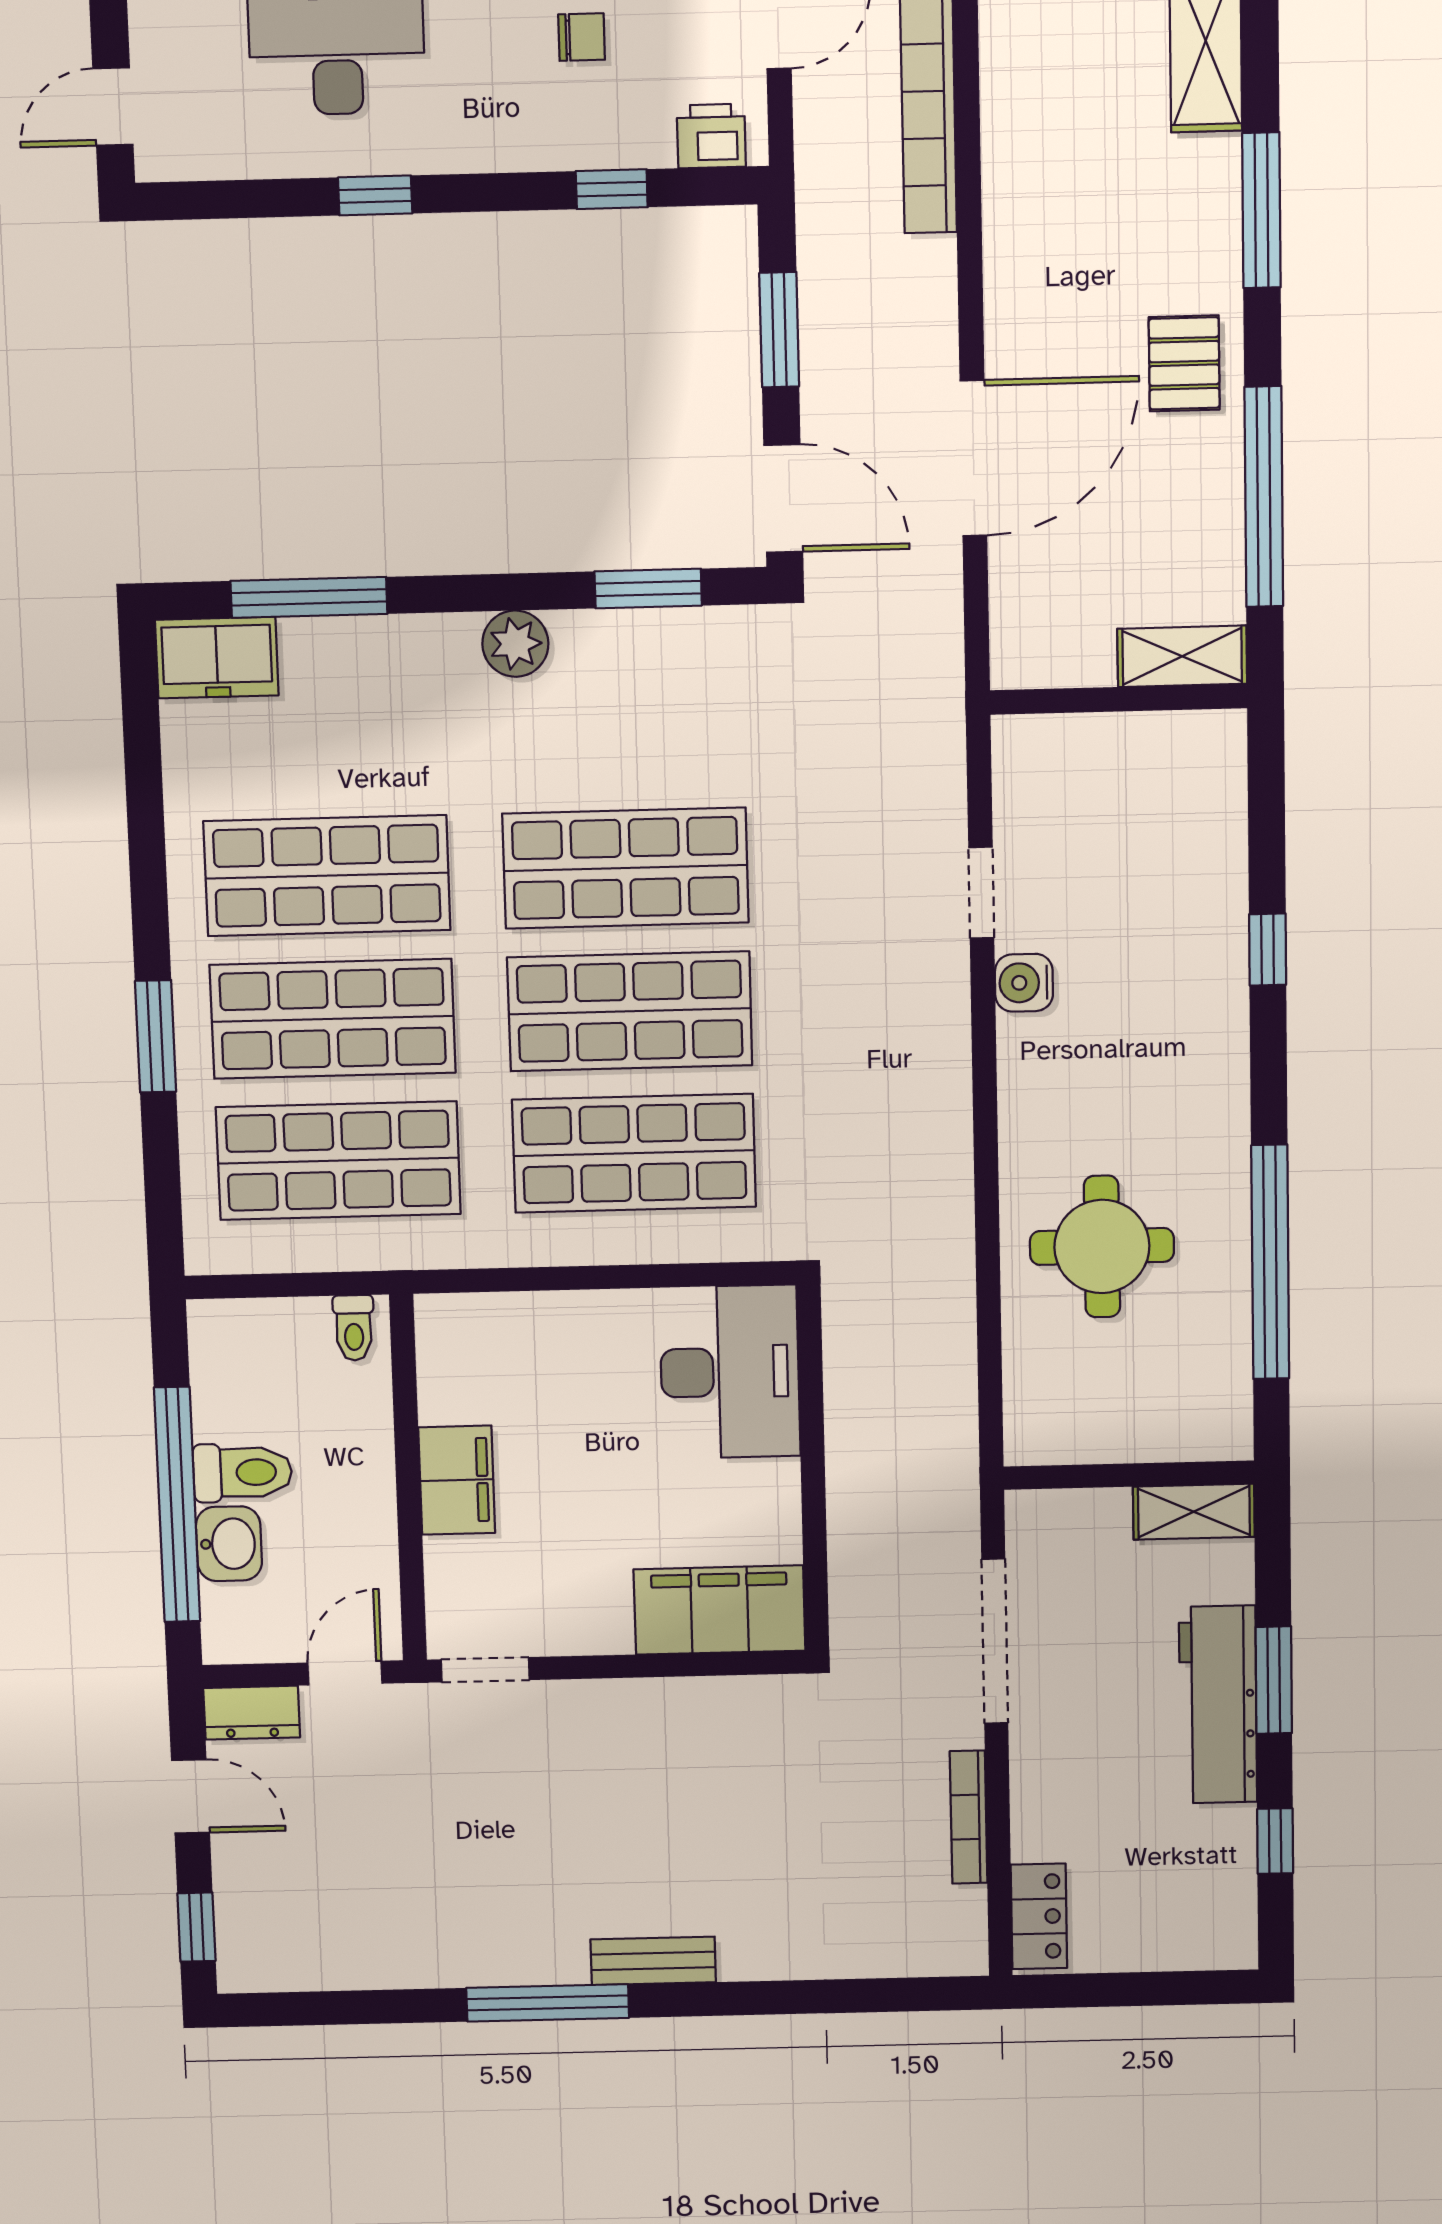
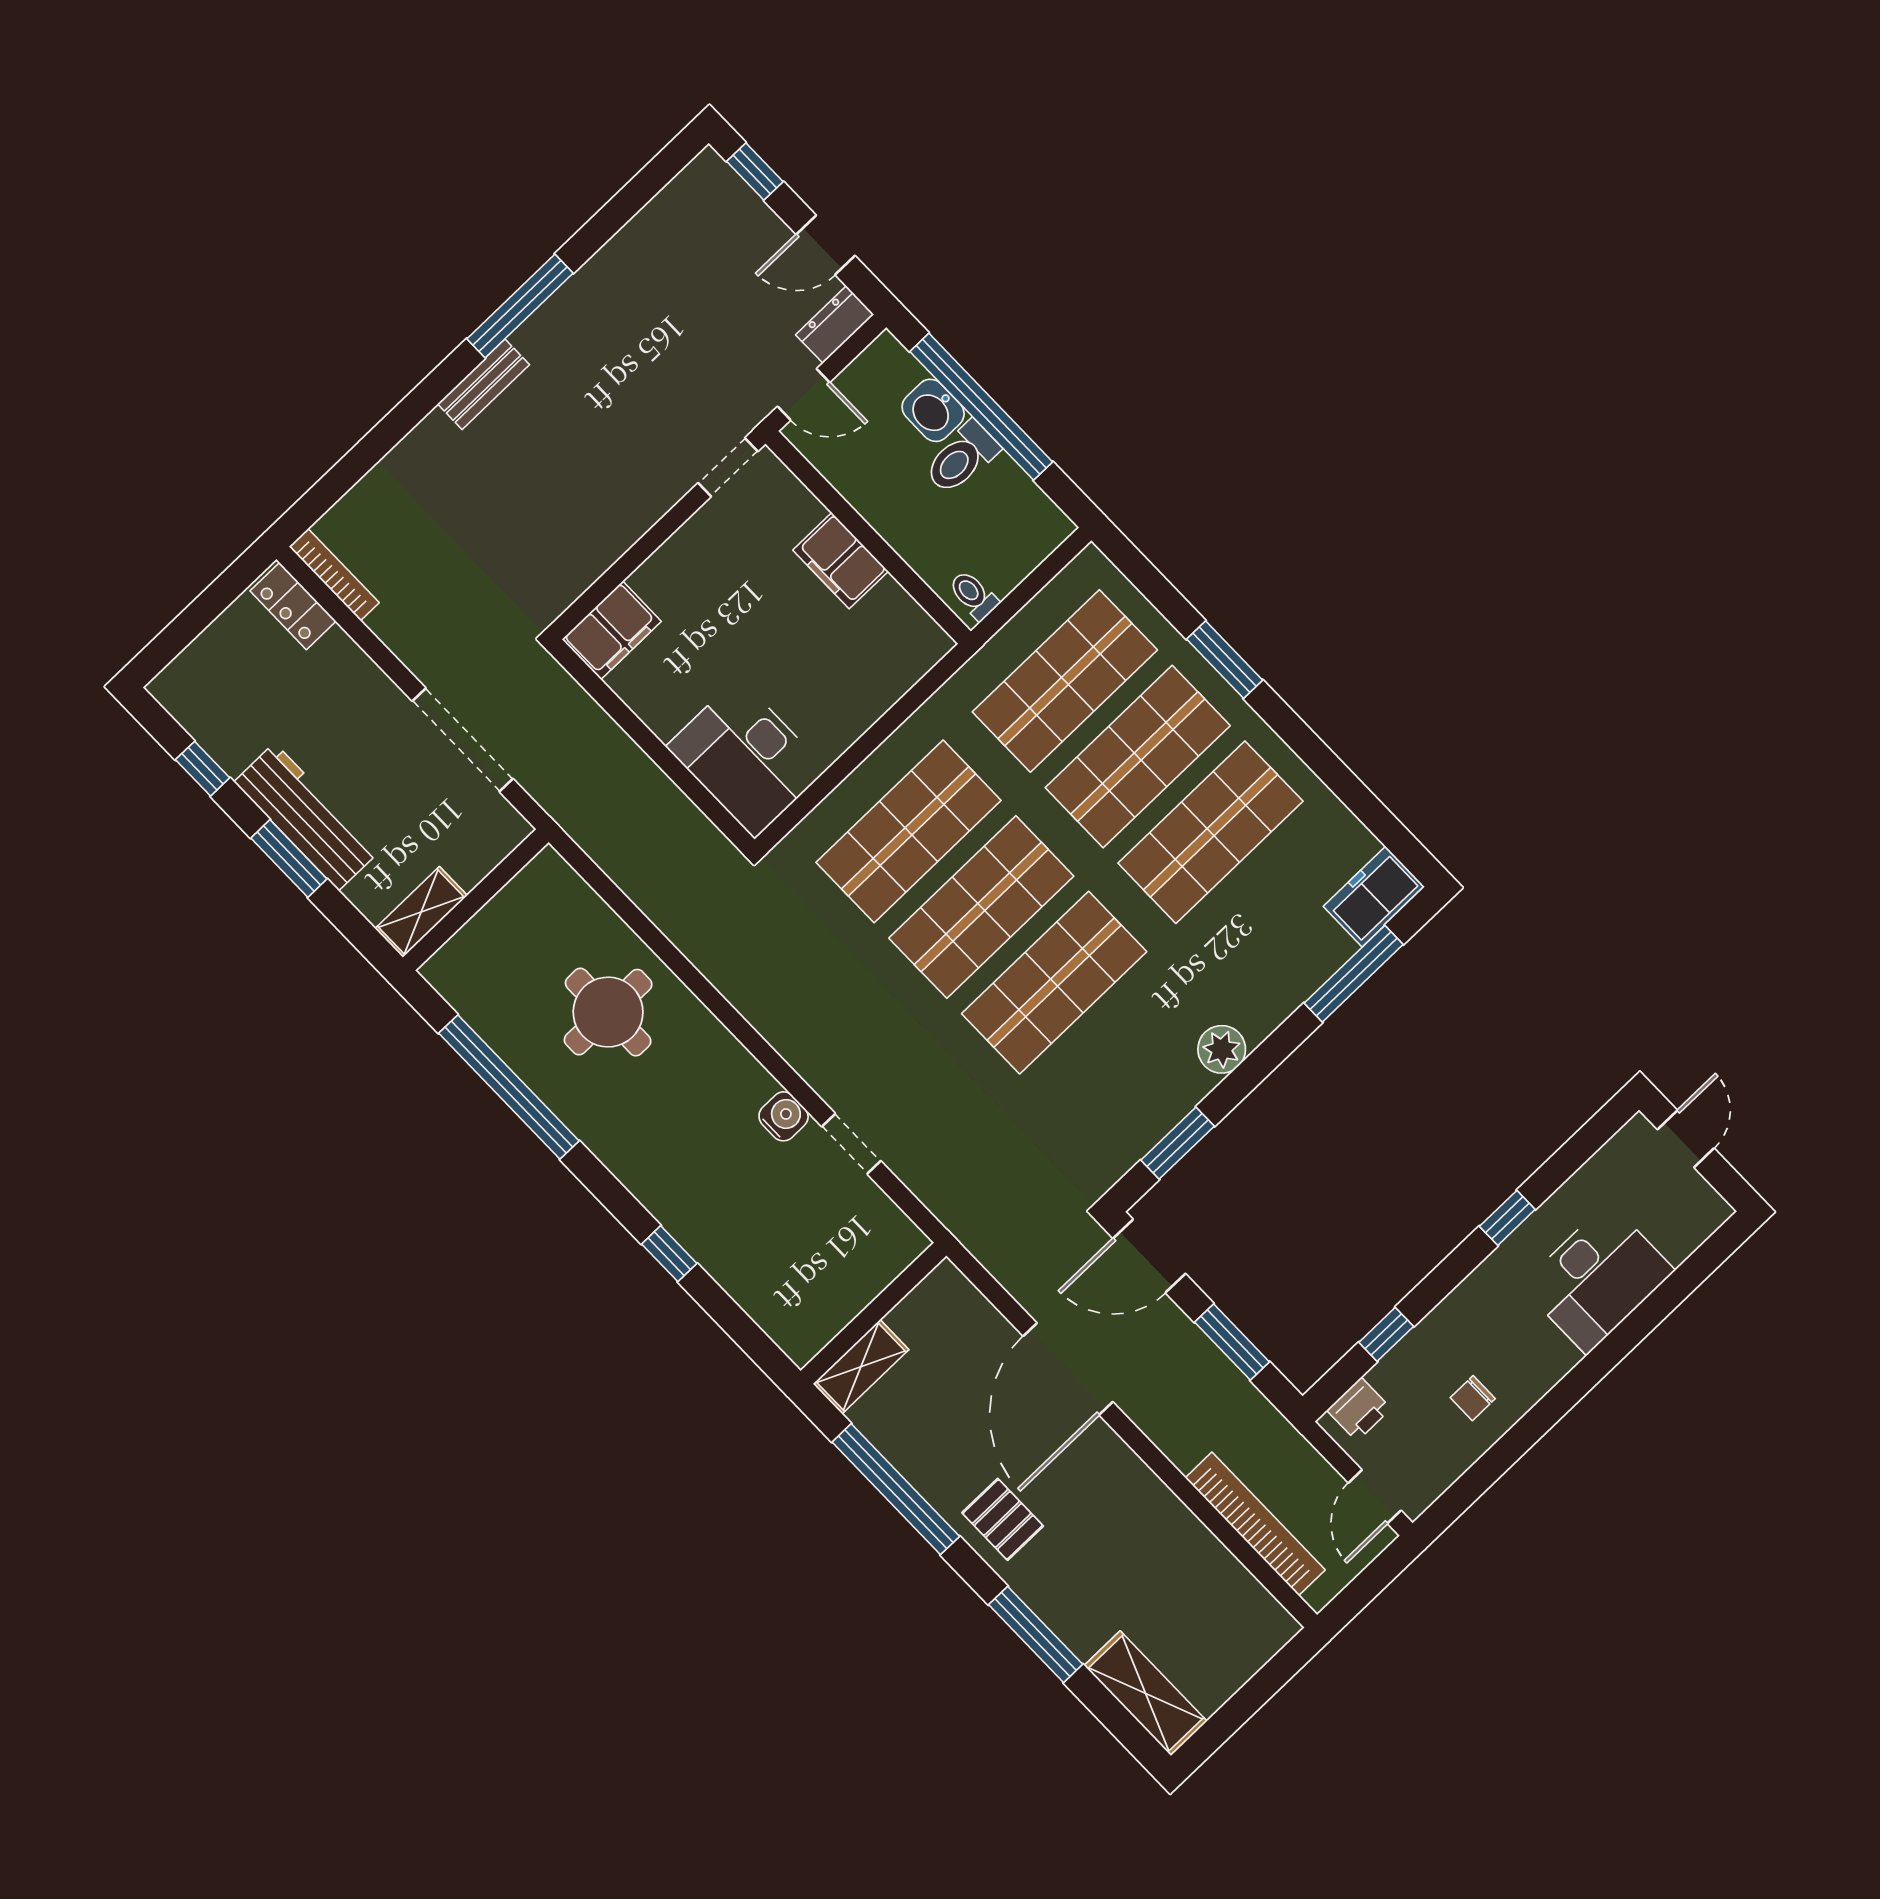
filing cabinet: (719, 1610) -> (612, 630), width x0.67, depth x0.86
door: (345, 1673) -> (804, 394), hinge flipped
bookcase: (969, 1817) -> (334, 575), moved

